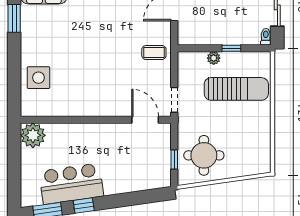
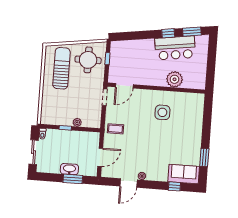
side table: (38, 78) -> (162, 112), moved
sun lounger: (236, 89) -> (61, 68), moved, turned 90
door: (145, 120) -> (124, 86), hinge flipped
plant: (33, 135) -> (175, 79), moved

